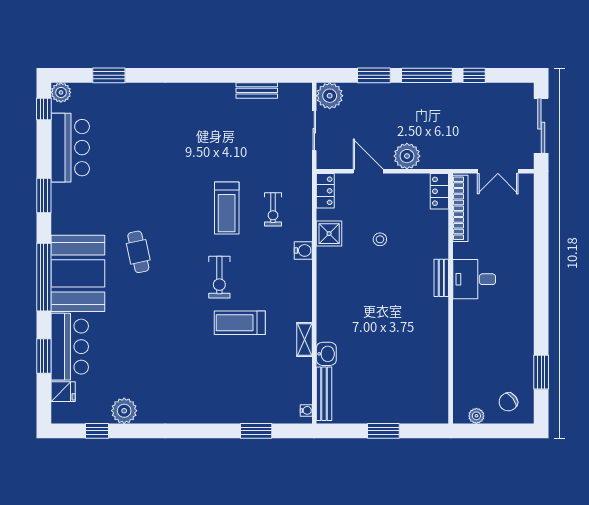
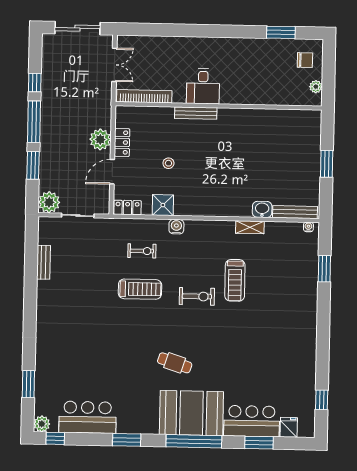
locker: (439, 191) -> (122, 142), moved, turned -90
cafe table: (138, 252) -> (175, 363), turned 30
bench: (441, 278) -> (196, 113), width x1.36
chair: (508, 402) -> (305, 60), turned -52
plant: (124, 411) -> (306, 377), removed

